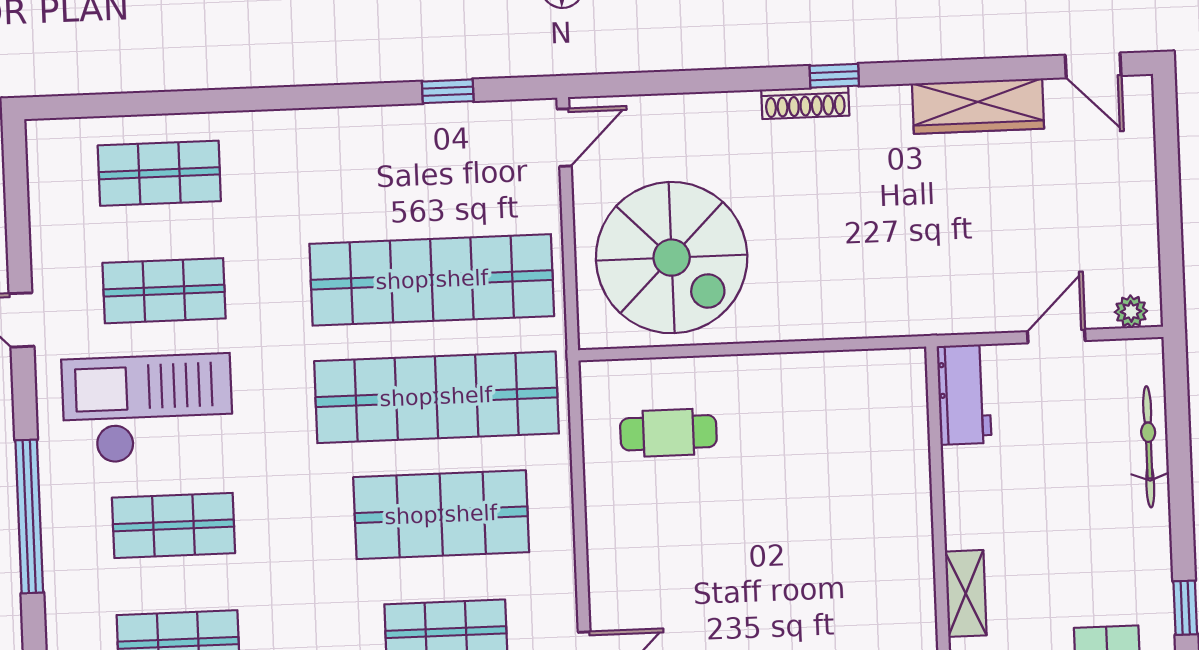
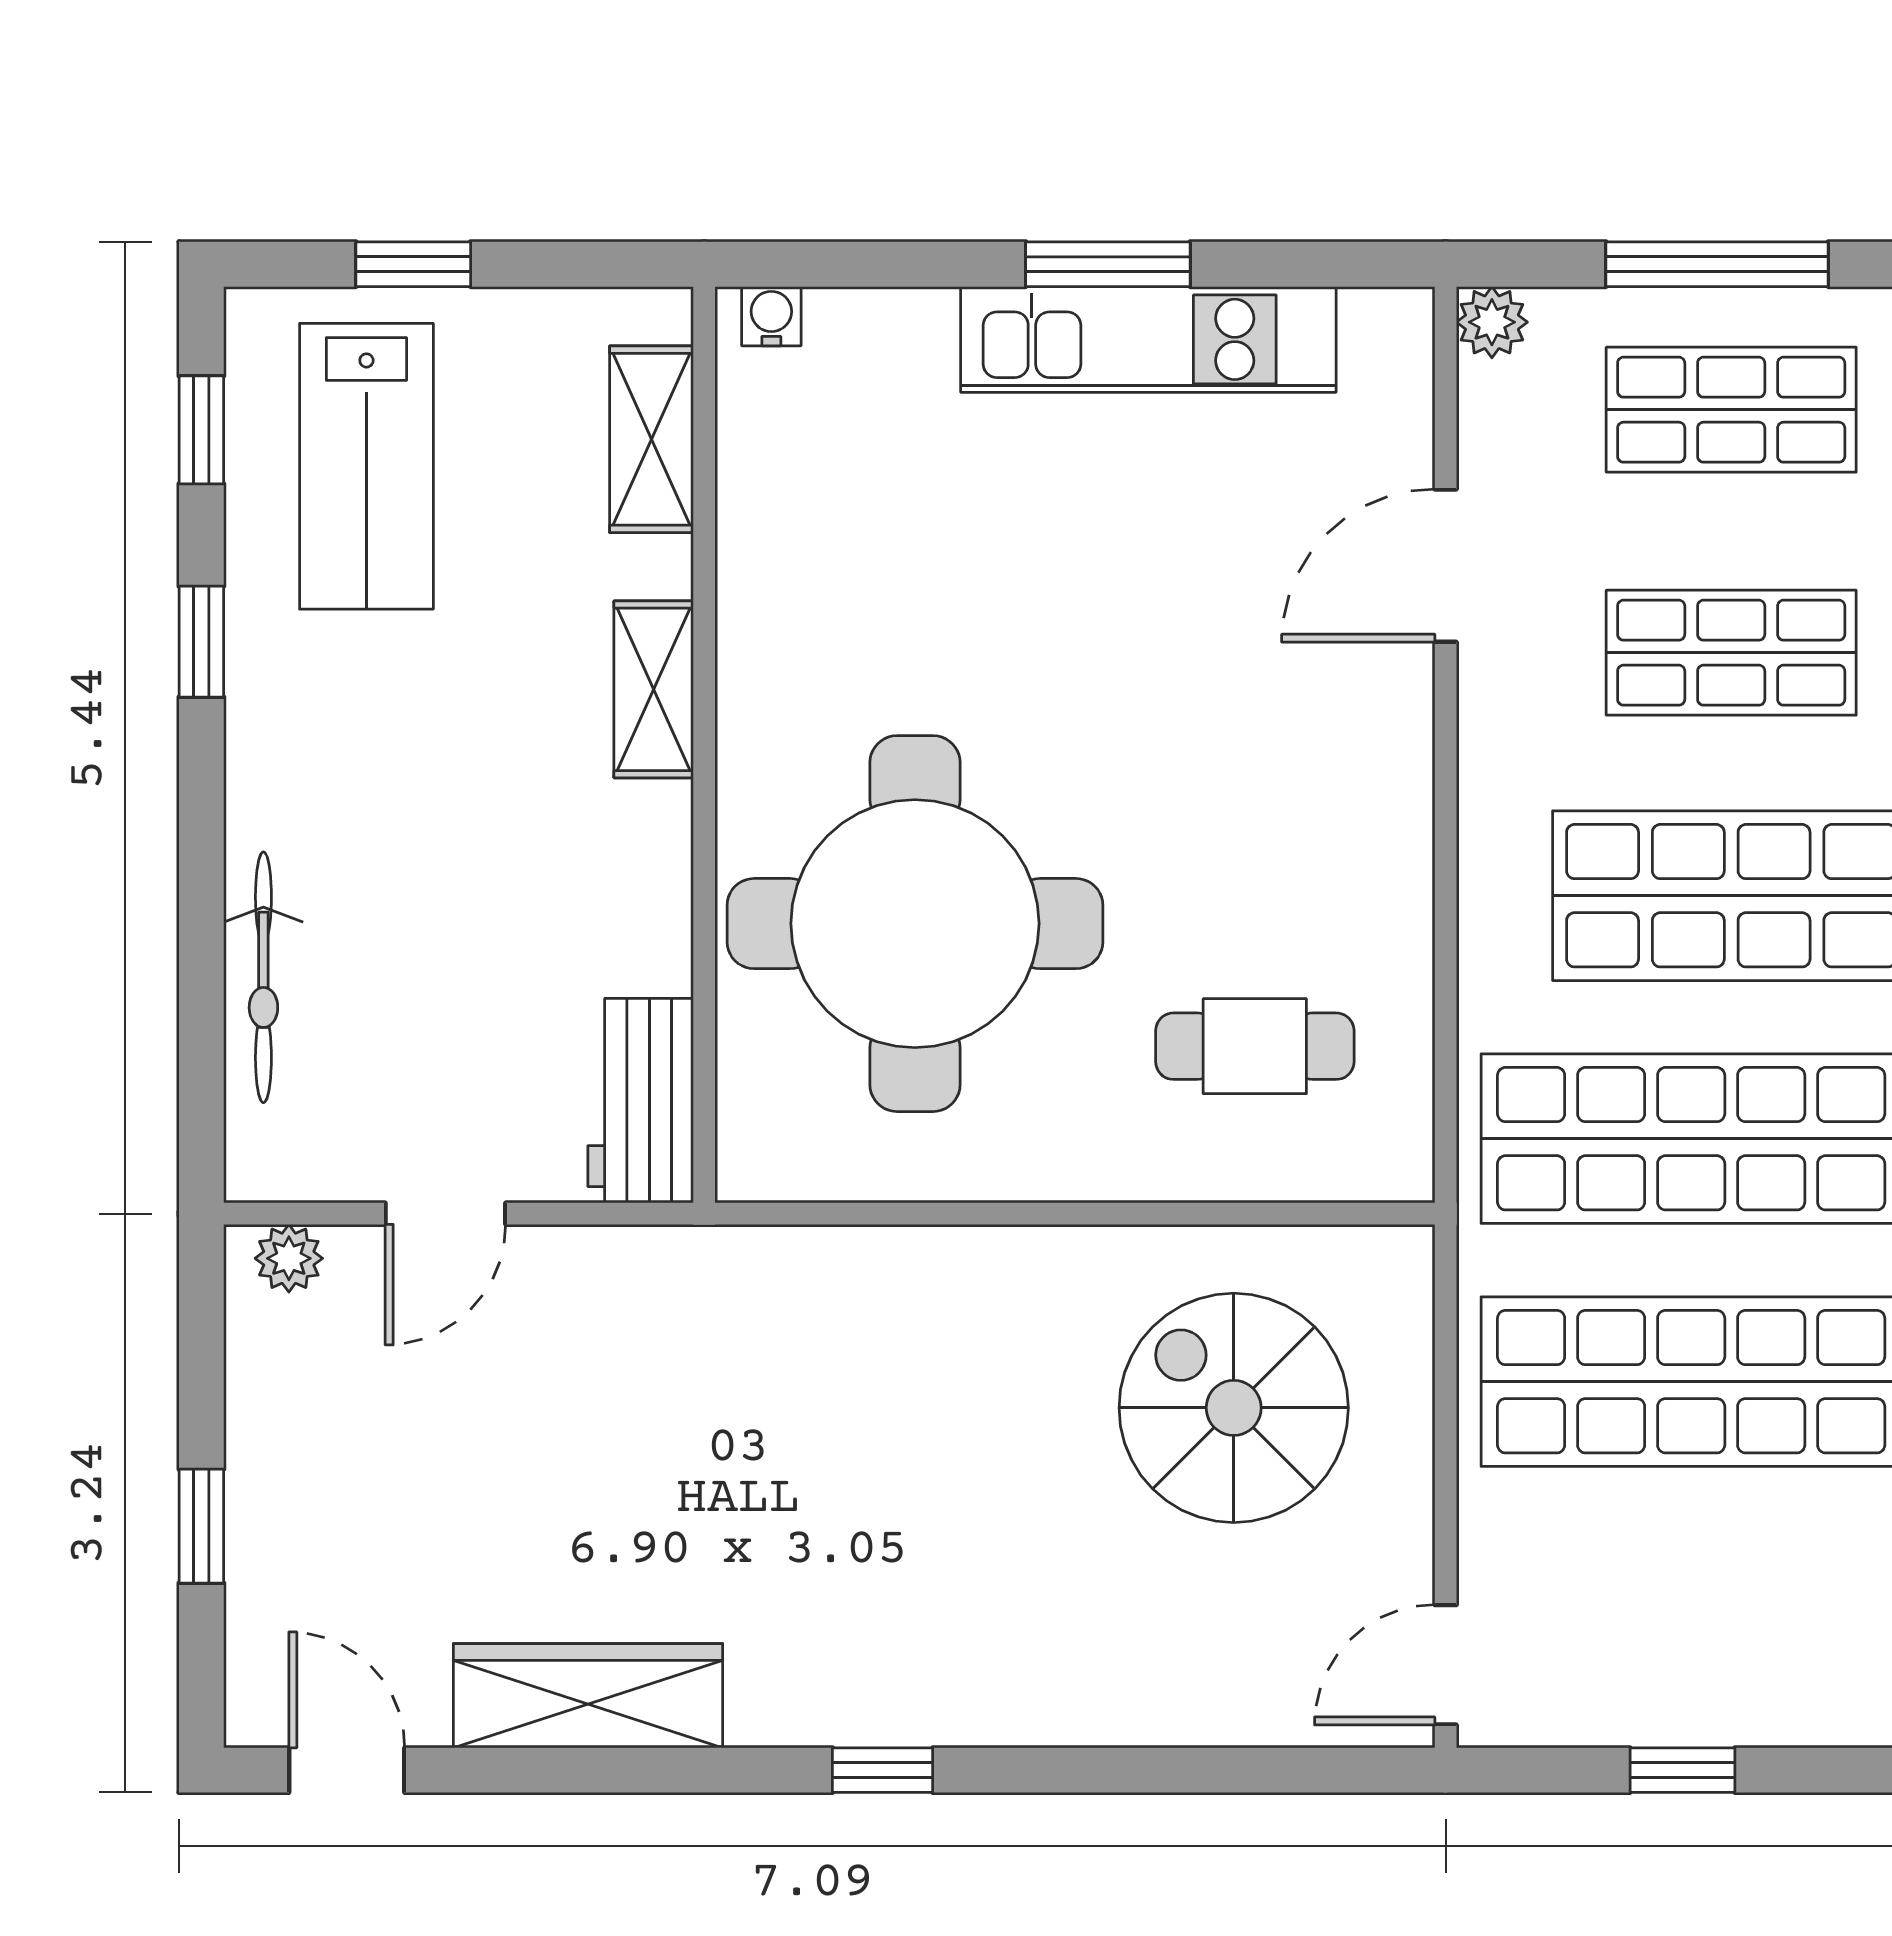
shoe rack: (805, 103) -> (945, 1717), removed
window: (1168, 180) -> (201, 1526), added
spiral stairs: (672, 258) -> (1234, 1408), width x0.73, depth x0.73
round table: (835, 485) -> (915, 924), added

